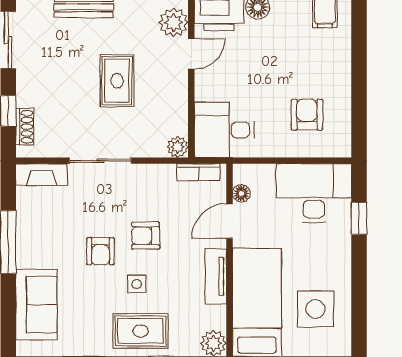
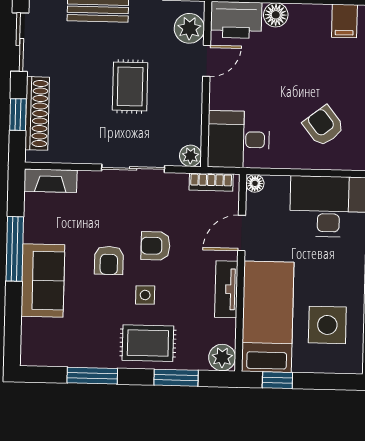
armchair: (307, 115) -> (324, 126), turned -38
shoe rack: (25, 127) -> (37, 113), width x1.94, depth x1.24
sliding door: (100, 161) -> (133, 168), moved
floor lamp: (241, 193) -> (255, 183), moved
sofa: (36, 305) -> (43, 280), moved

